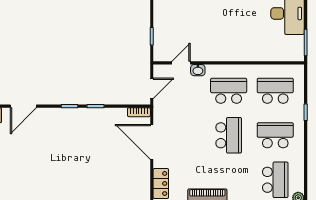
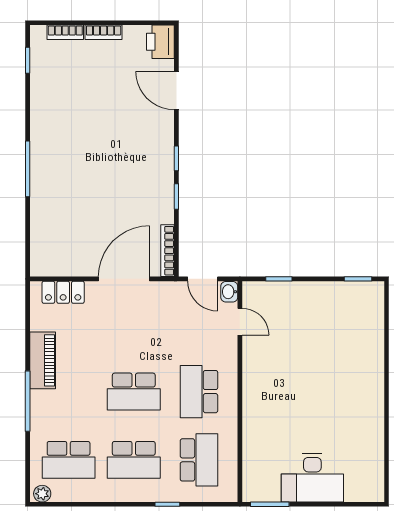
washbasin: (198, 70) -> (229, 292), moved
school desk: (229, 91) -> (199, 392), turned 180
bookcase: (139, 112) -> (168, 251), width x1.56
school desk: (275, 135) -> (134, 460), turned 90

